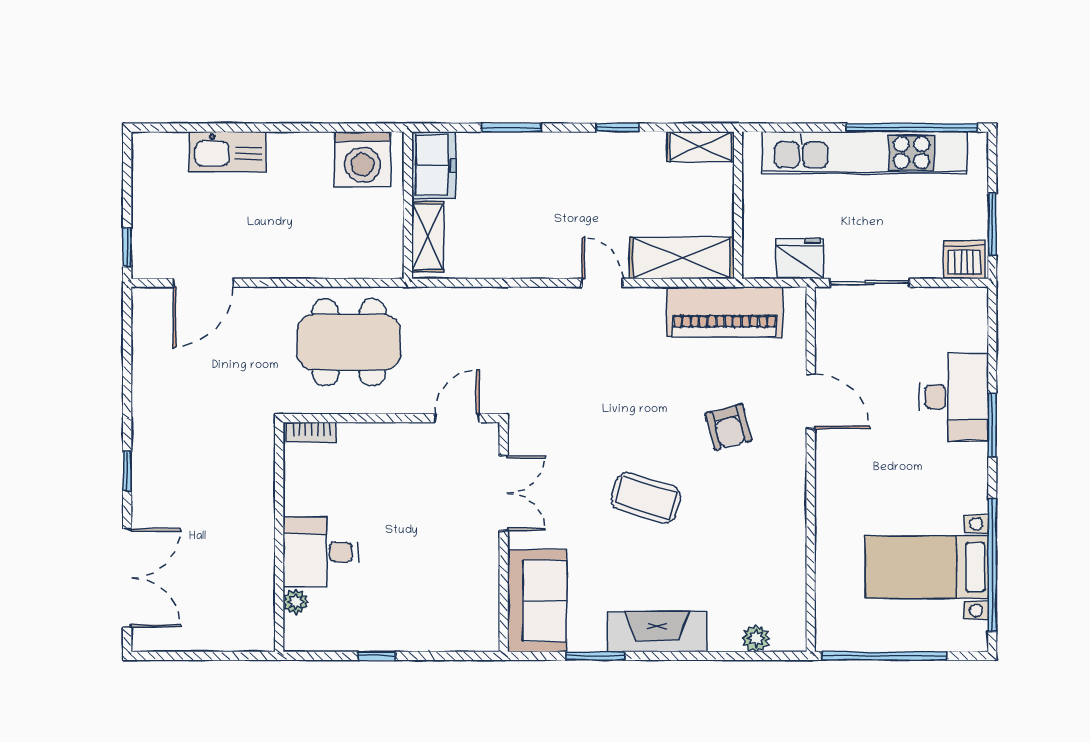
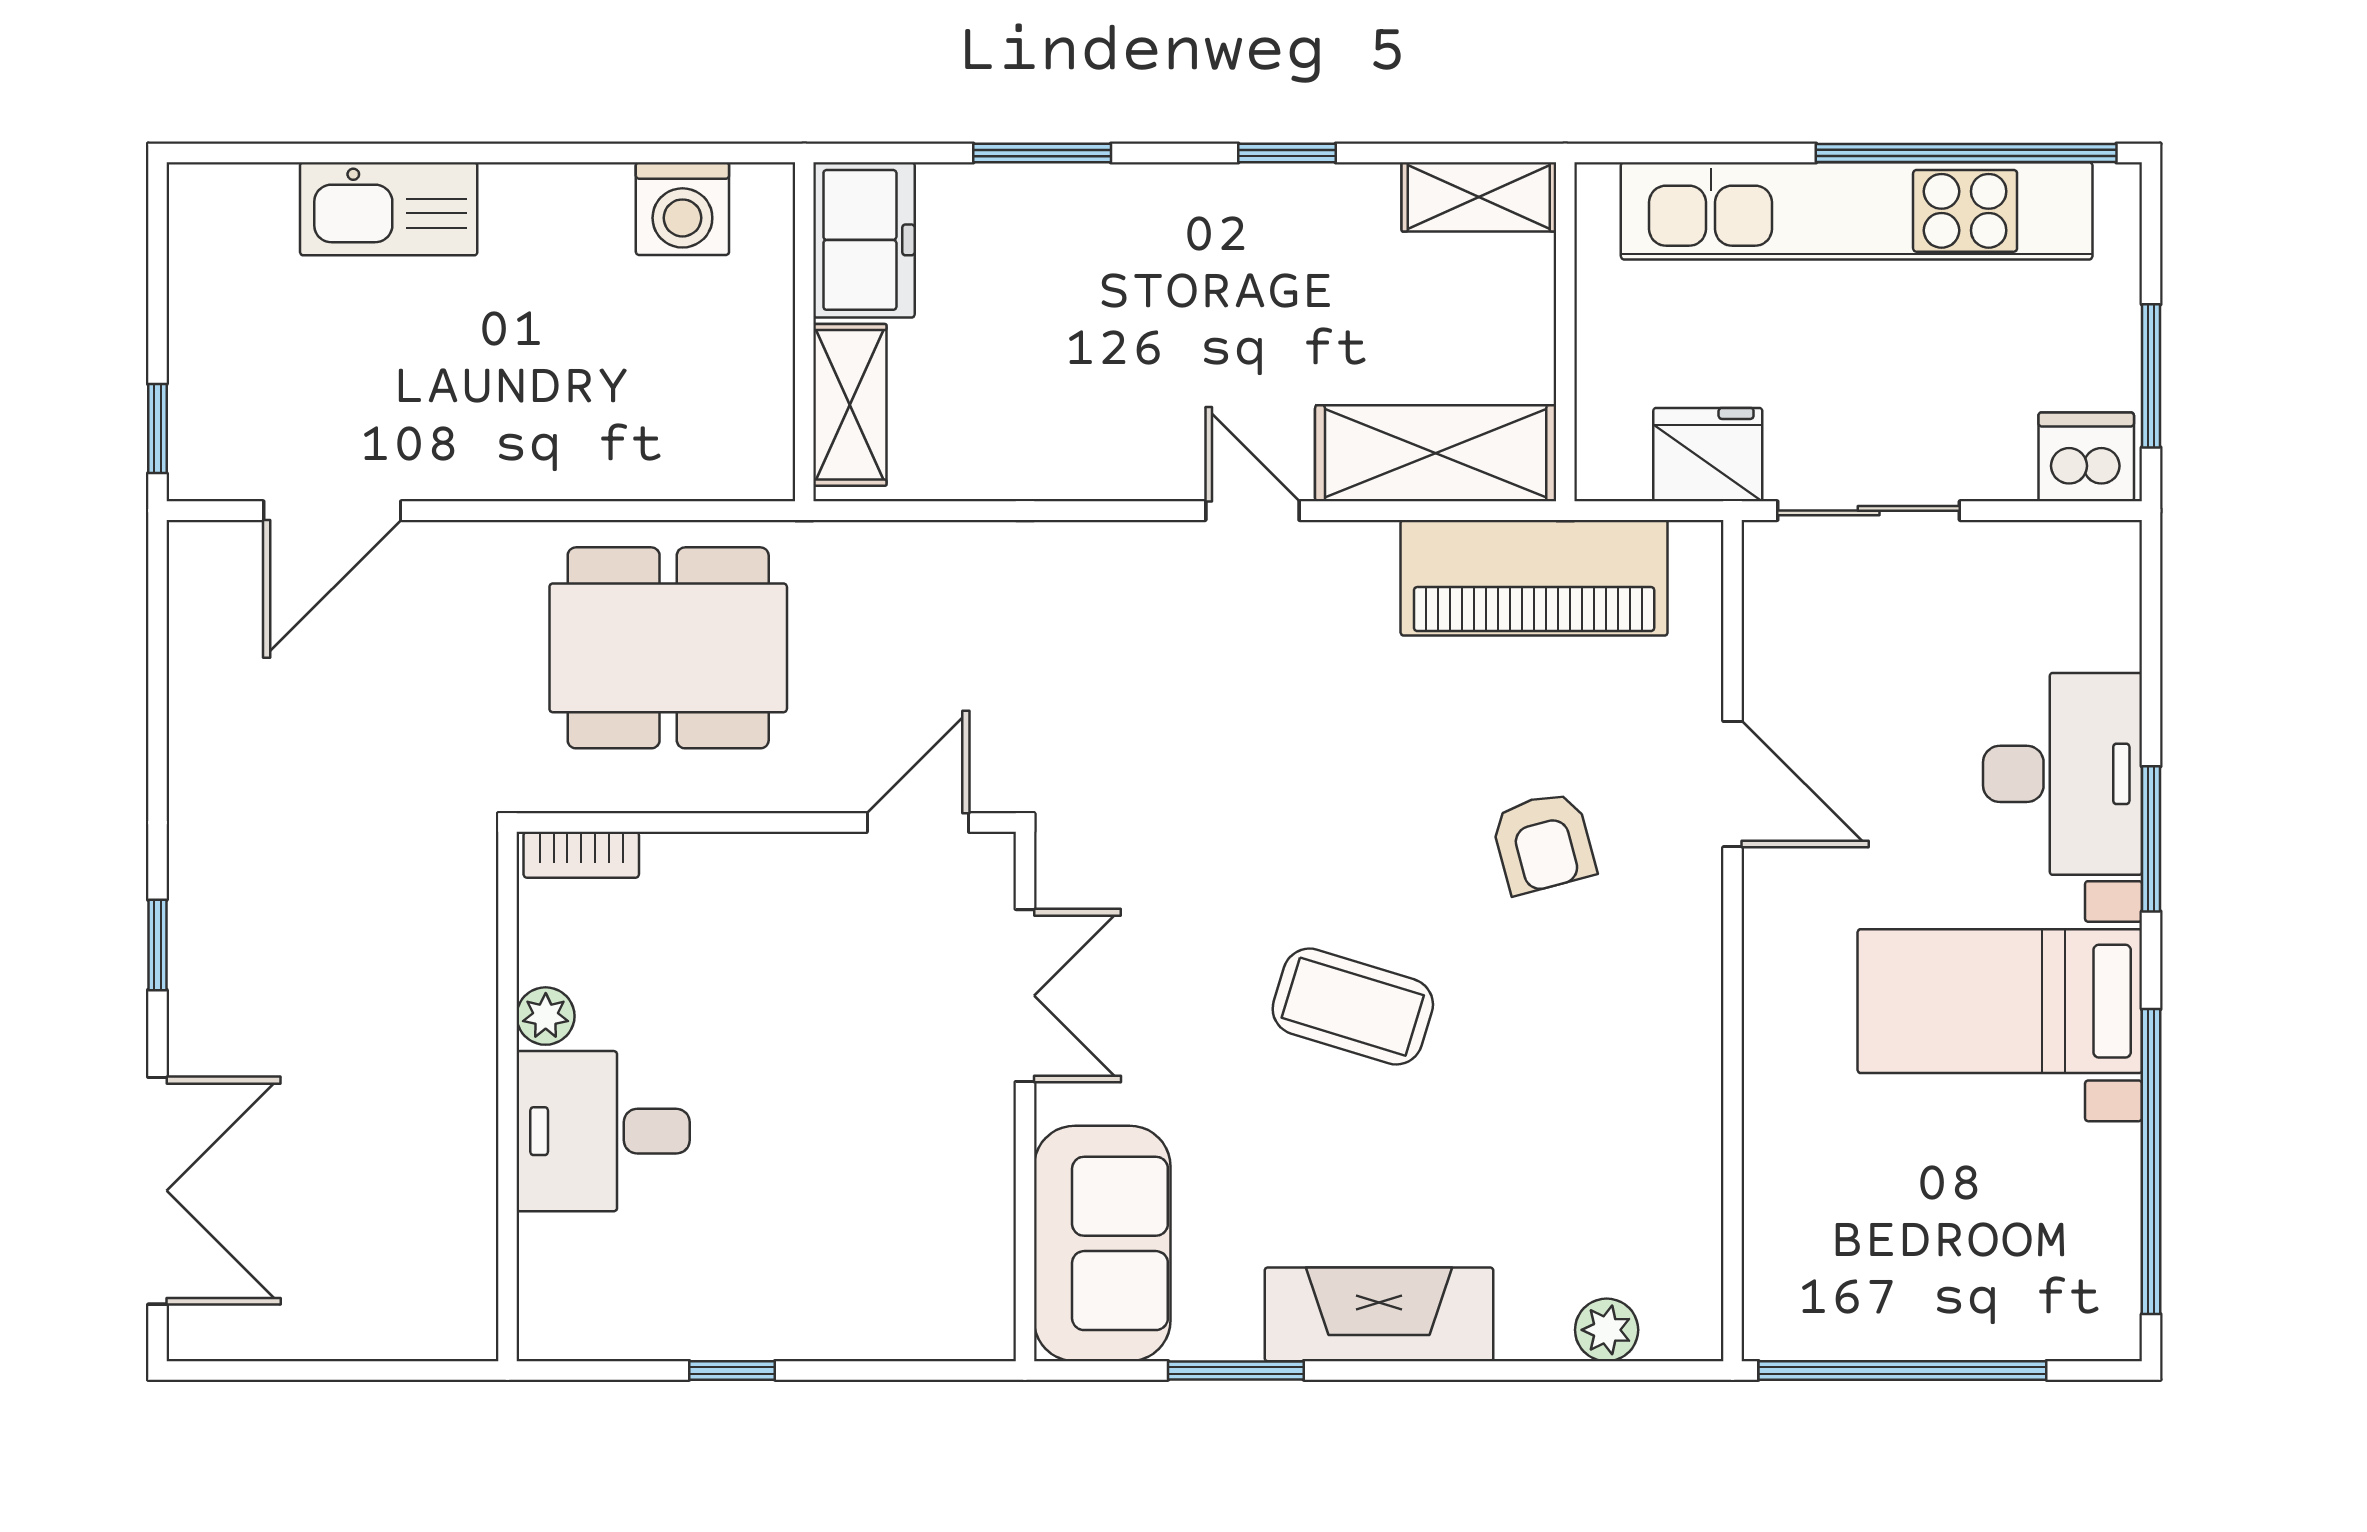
washing machine: (362, 159) -> (682, 209), width x0.73, depth x0.73
bed with nightstands: (927, 567) -> (2000, 1001), moved
plant: (296, 602) -> (546, 1016), moved

